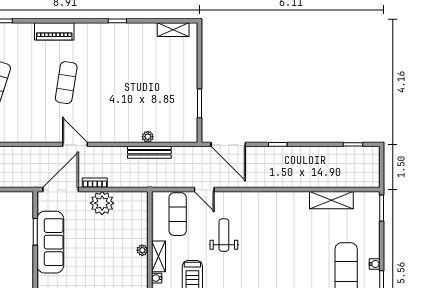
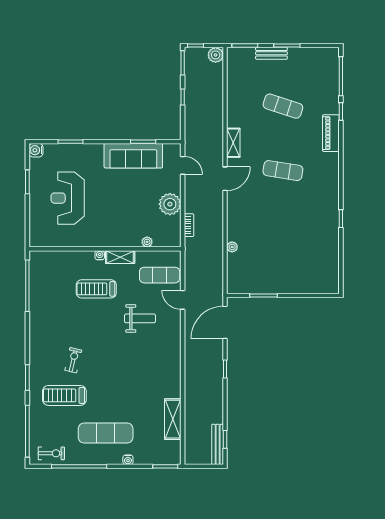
shelving: (173, 30) -> (233, 143), moved
piano: (54, 31) -> (331, 133), moved
bench: (149, 152) -> (218, 444), moved
bookcase: (95, 183) -> (189, 225), moved
door: (61, 190) -> (183, 165), width x0.53
door: (204, 190) -> (183, 300), hinge flipped
plant: (142, 250) -> (147, 242), moved
water cooler: (375, 264) -> (128, 460), moved

